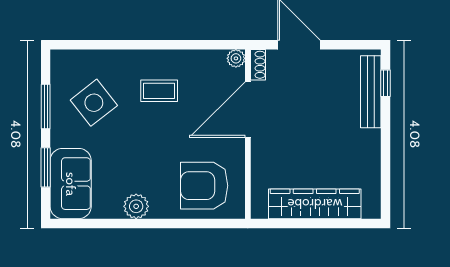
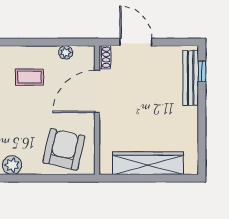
plant: (236, 58) -> (66, 52), moved
armchair: (204, 186) -> (64, 149), turned 103

